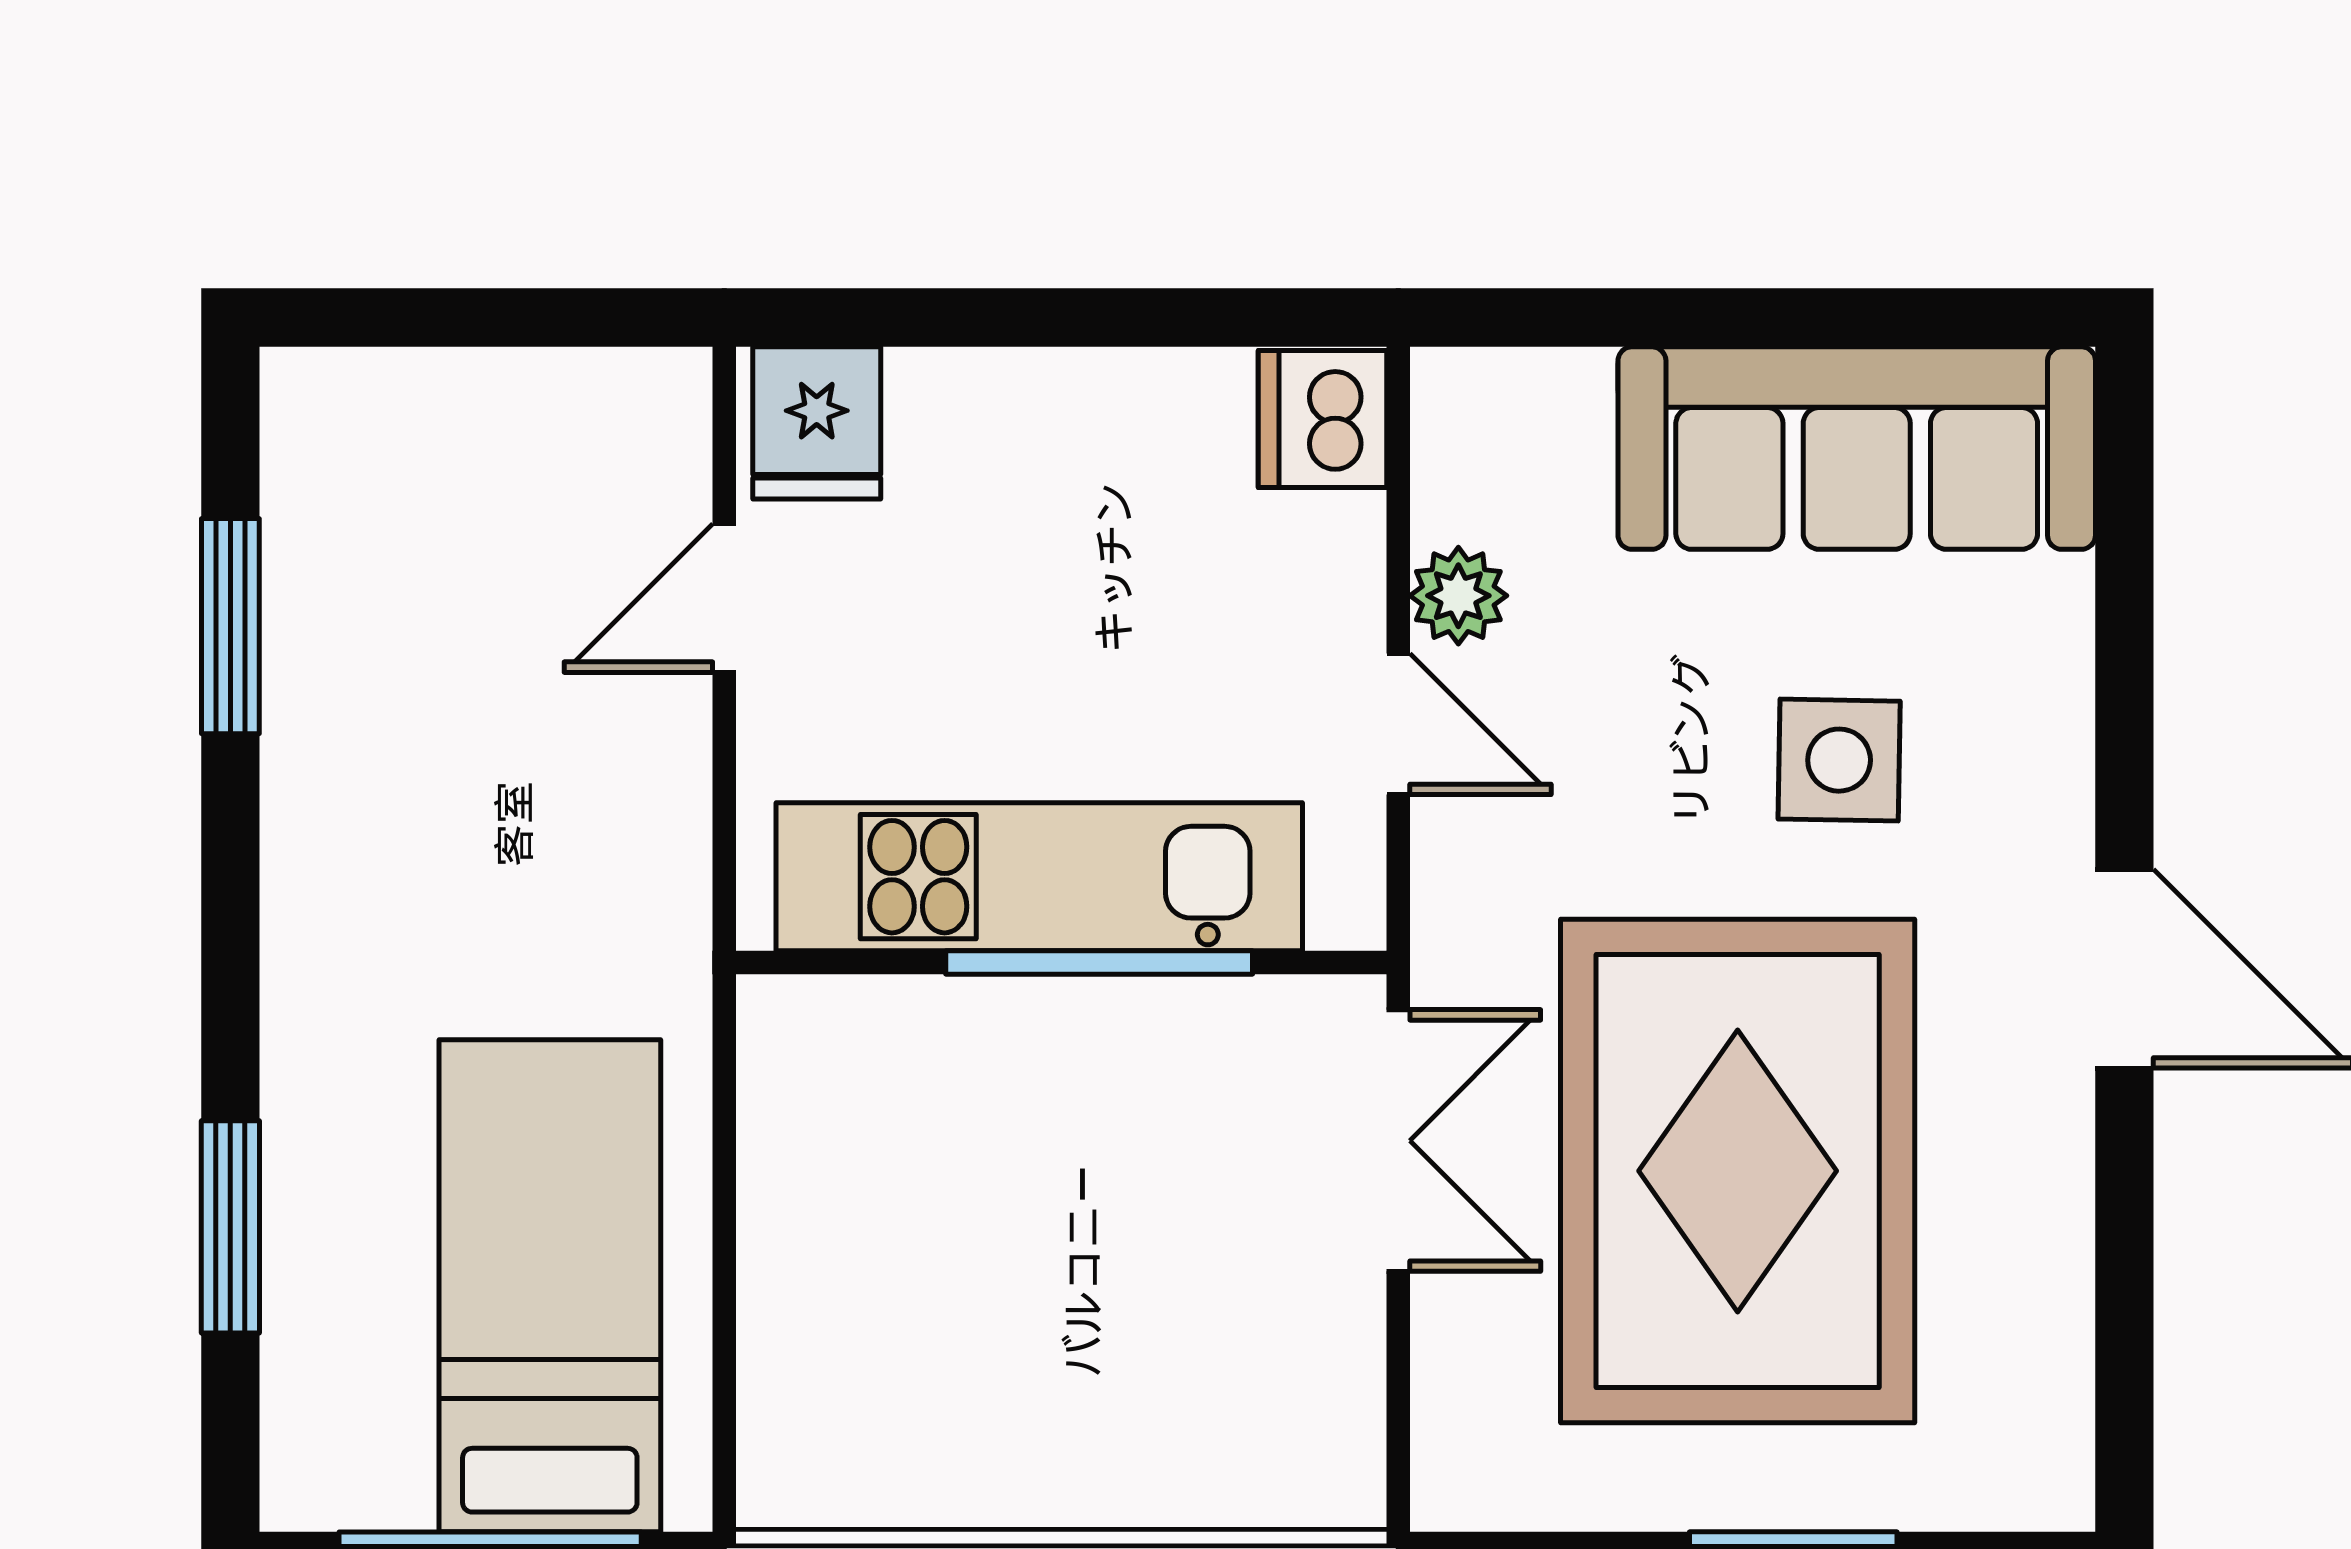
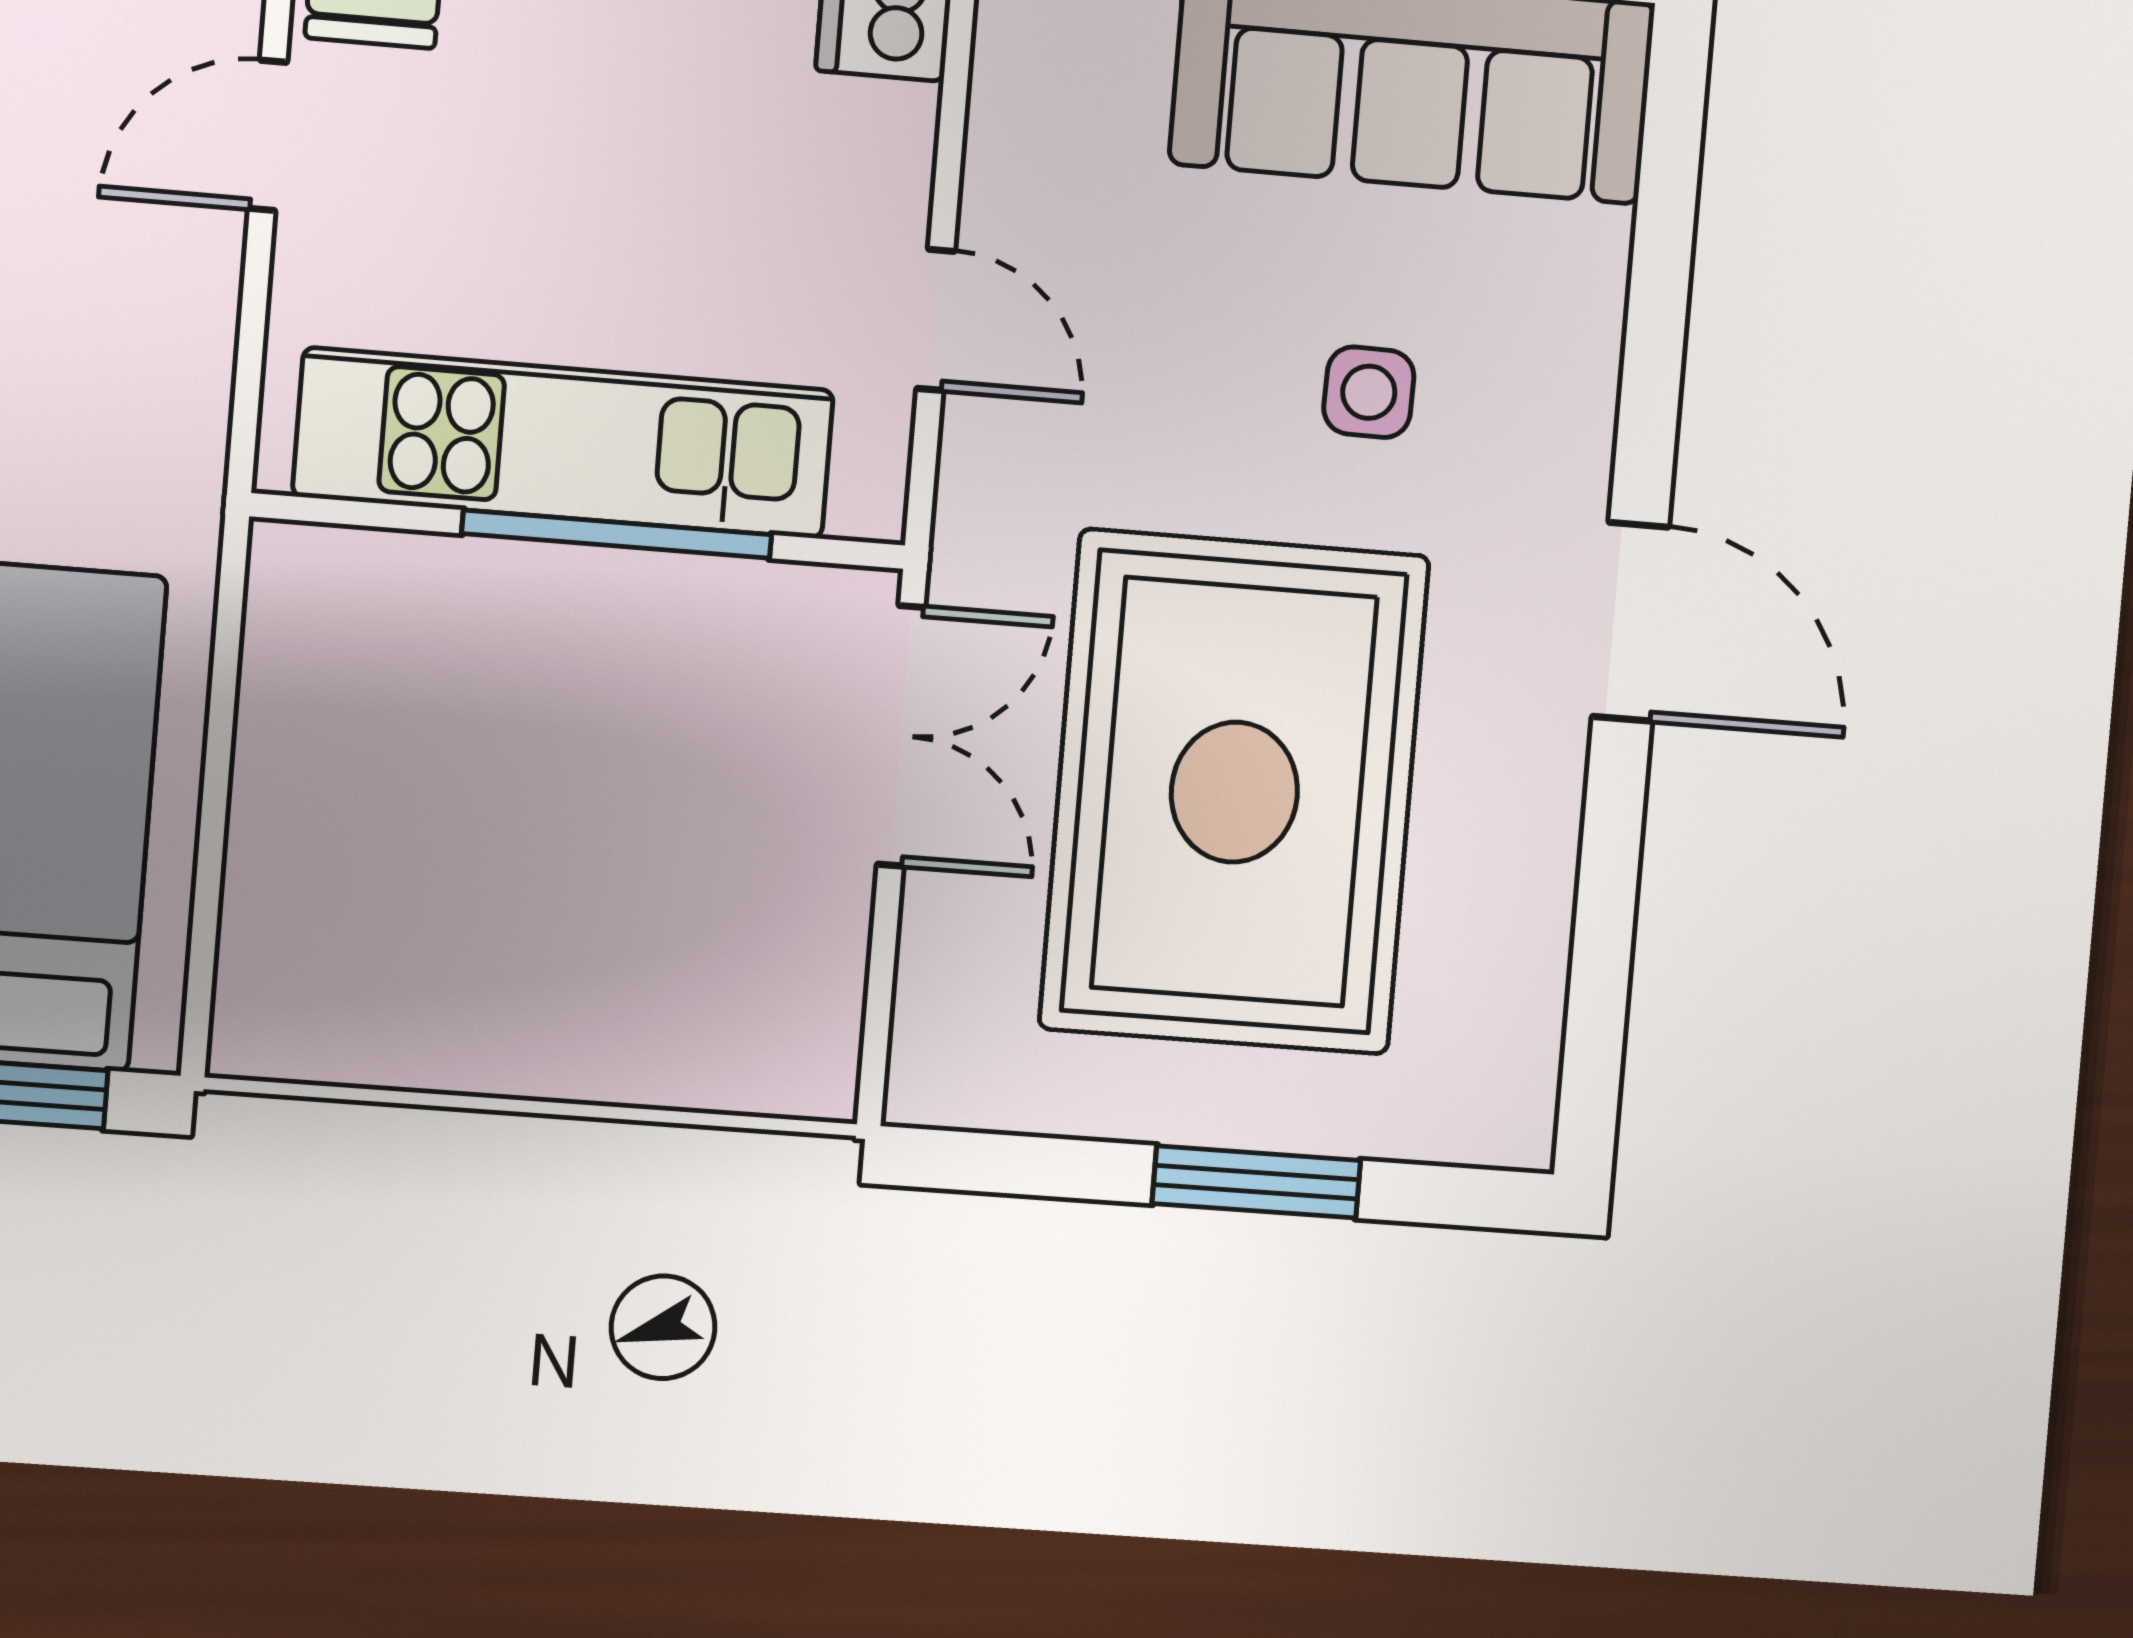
plant: (1458, 596) -> (1006, 196), removed
side table: (1839, 760) -> (1369, 392), width x0.73, depth x0.73

